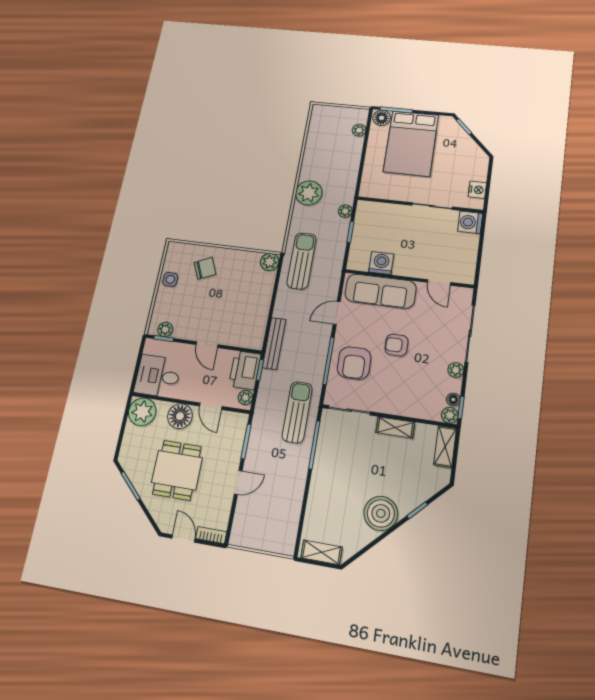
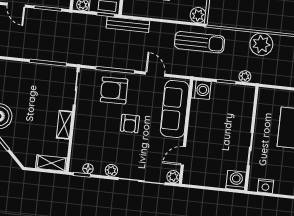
washing machine: (381, 263) -> (201, 90), moved
armchair: (397, 345) -> (130, 124), turned 180
sun lounger: (297, 412) -> (73, 47), removed
plant: (450, 415) -> (173, 177), moved

